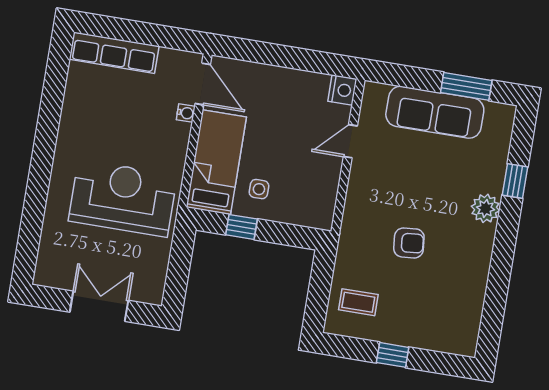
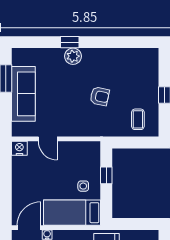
window: (515, 181) -> (70, 42), moved
window: (242, 227) -> (106, 175), moved
armchair: (409, 243) -> (100, 96), turned 107

